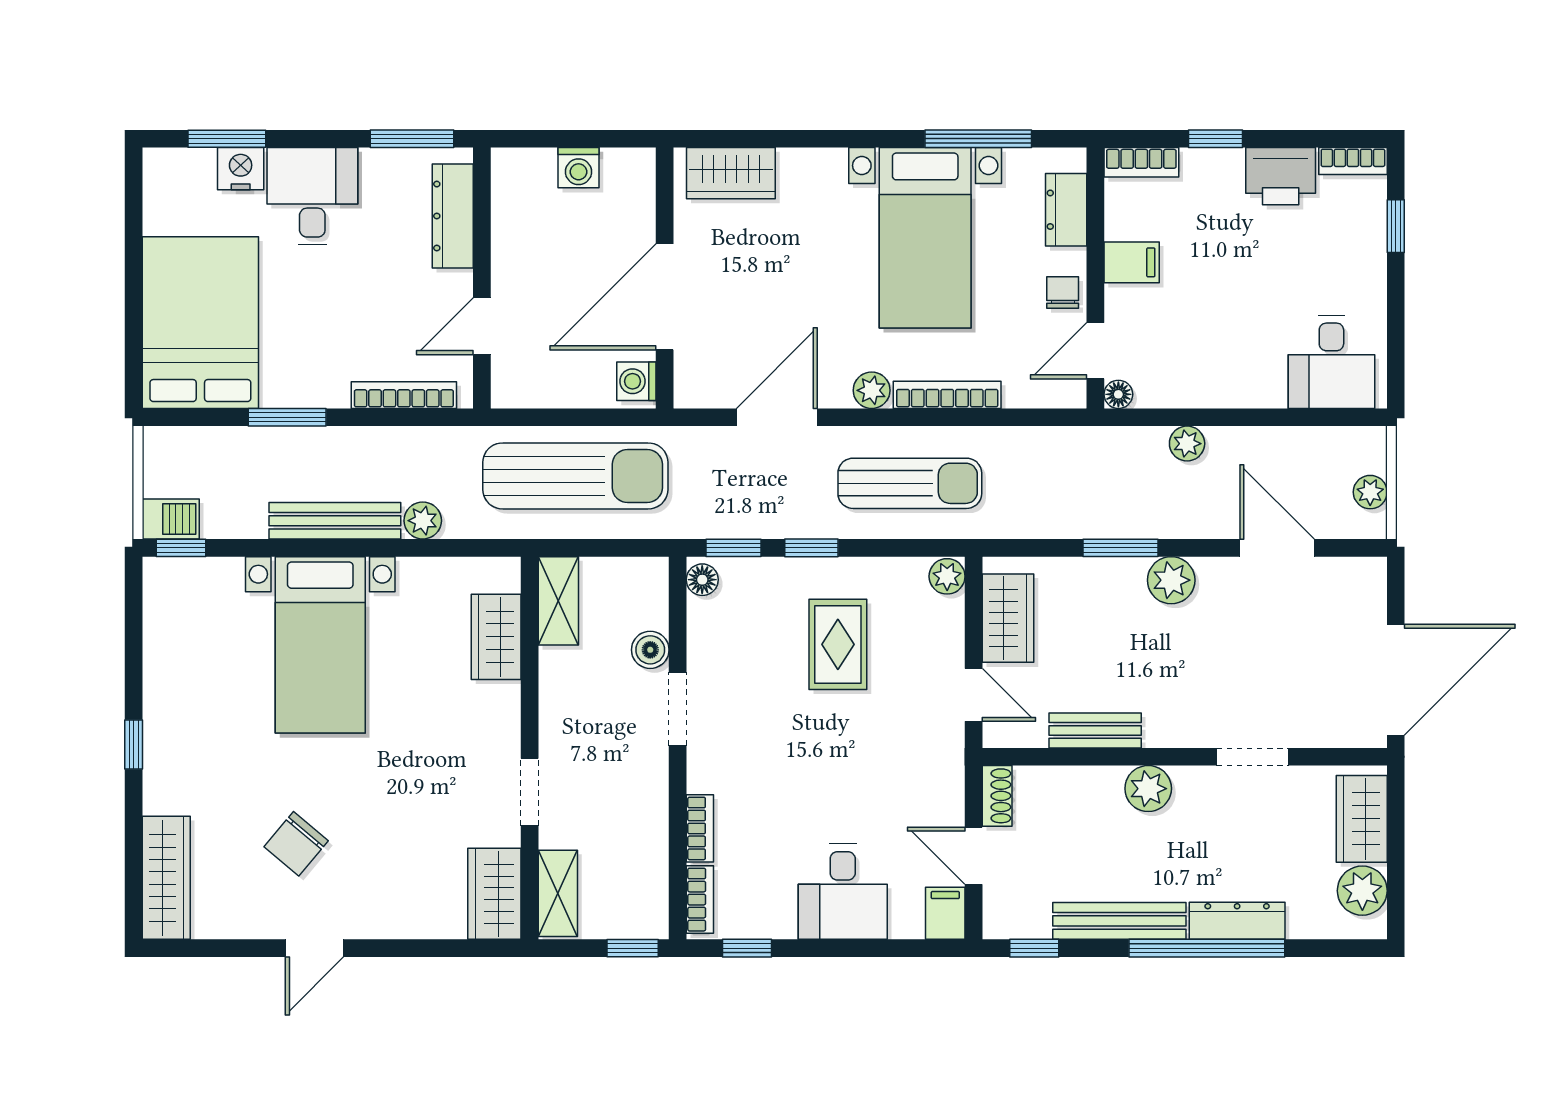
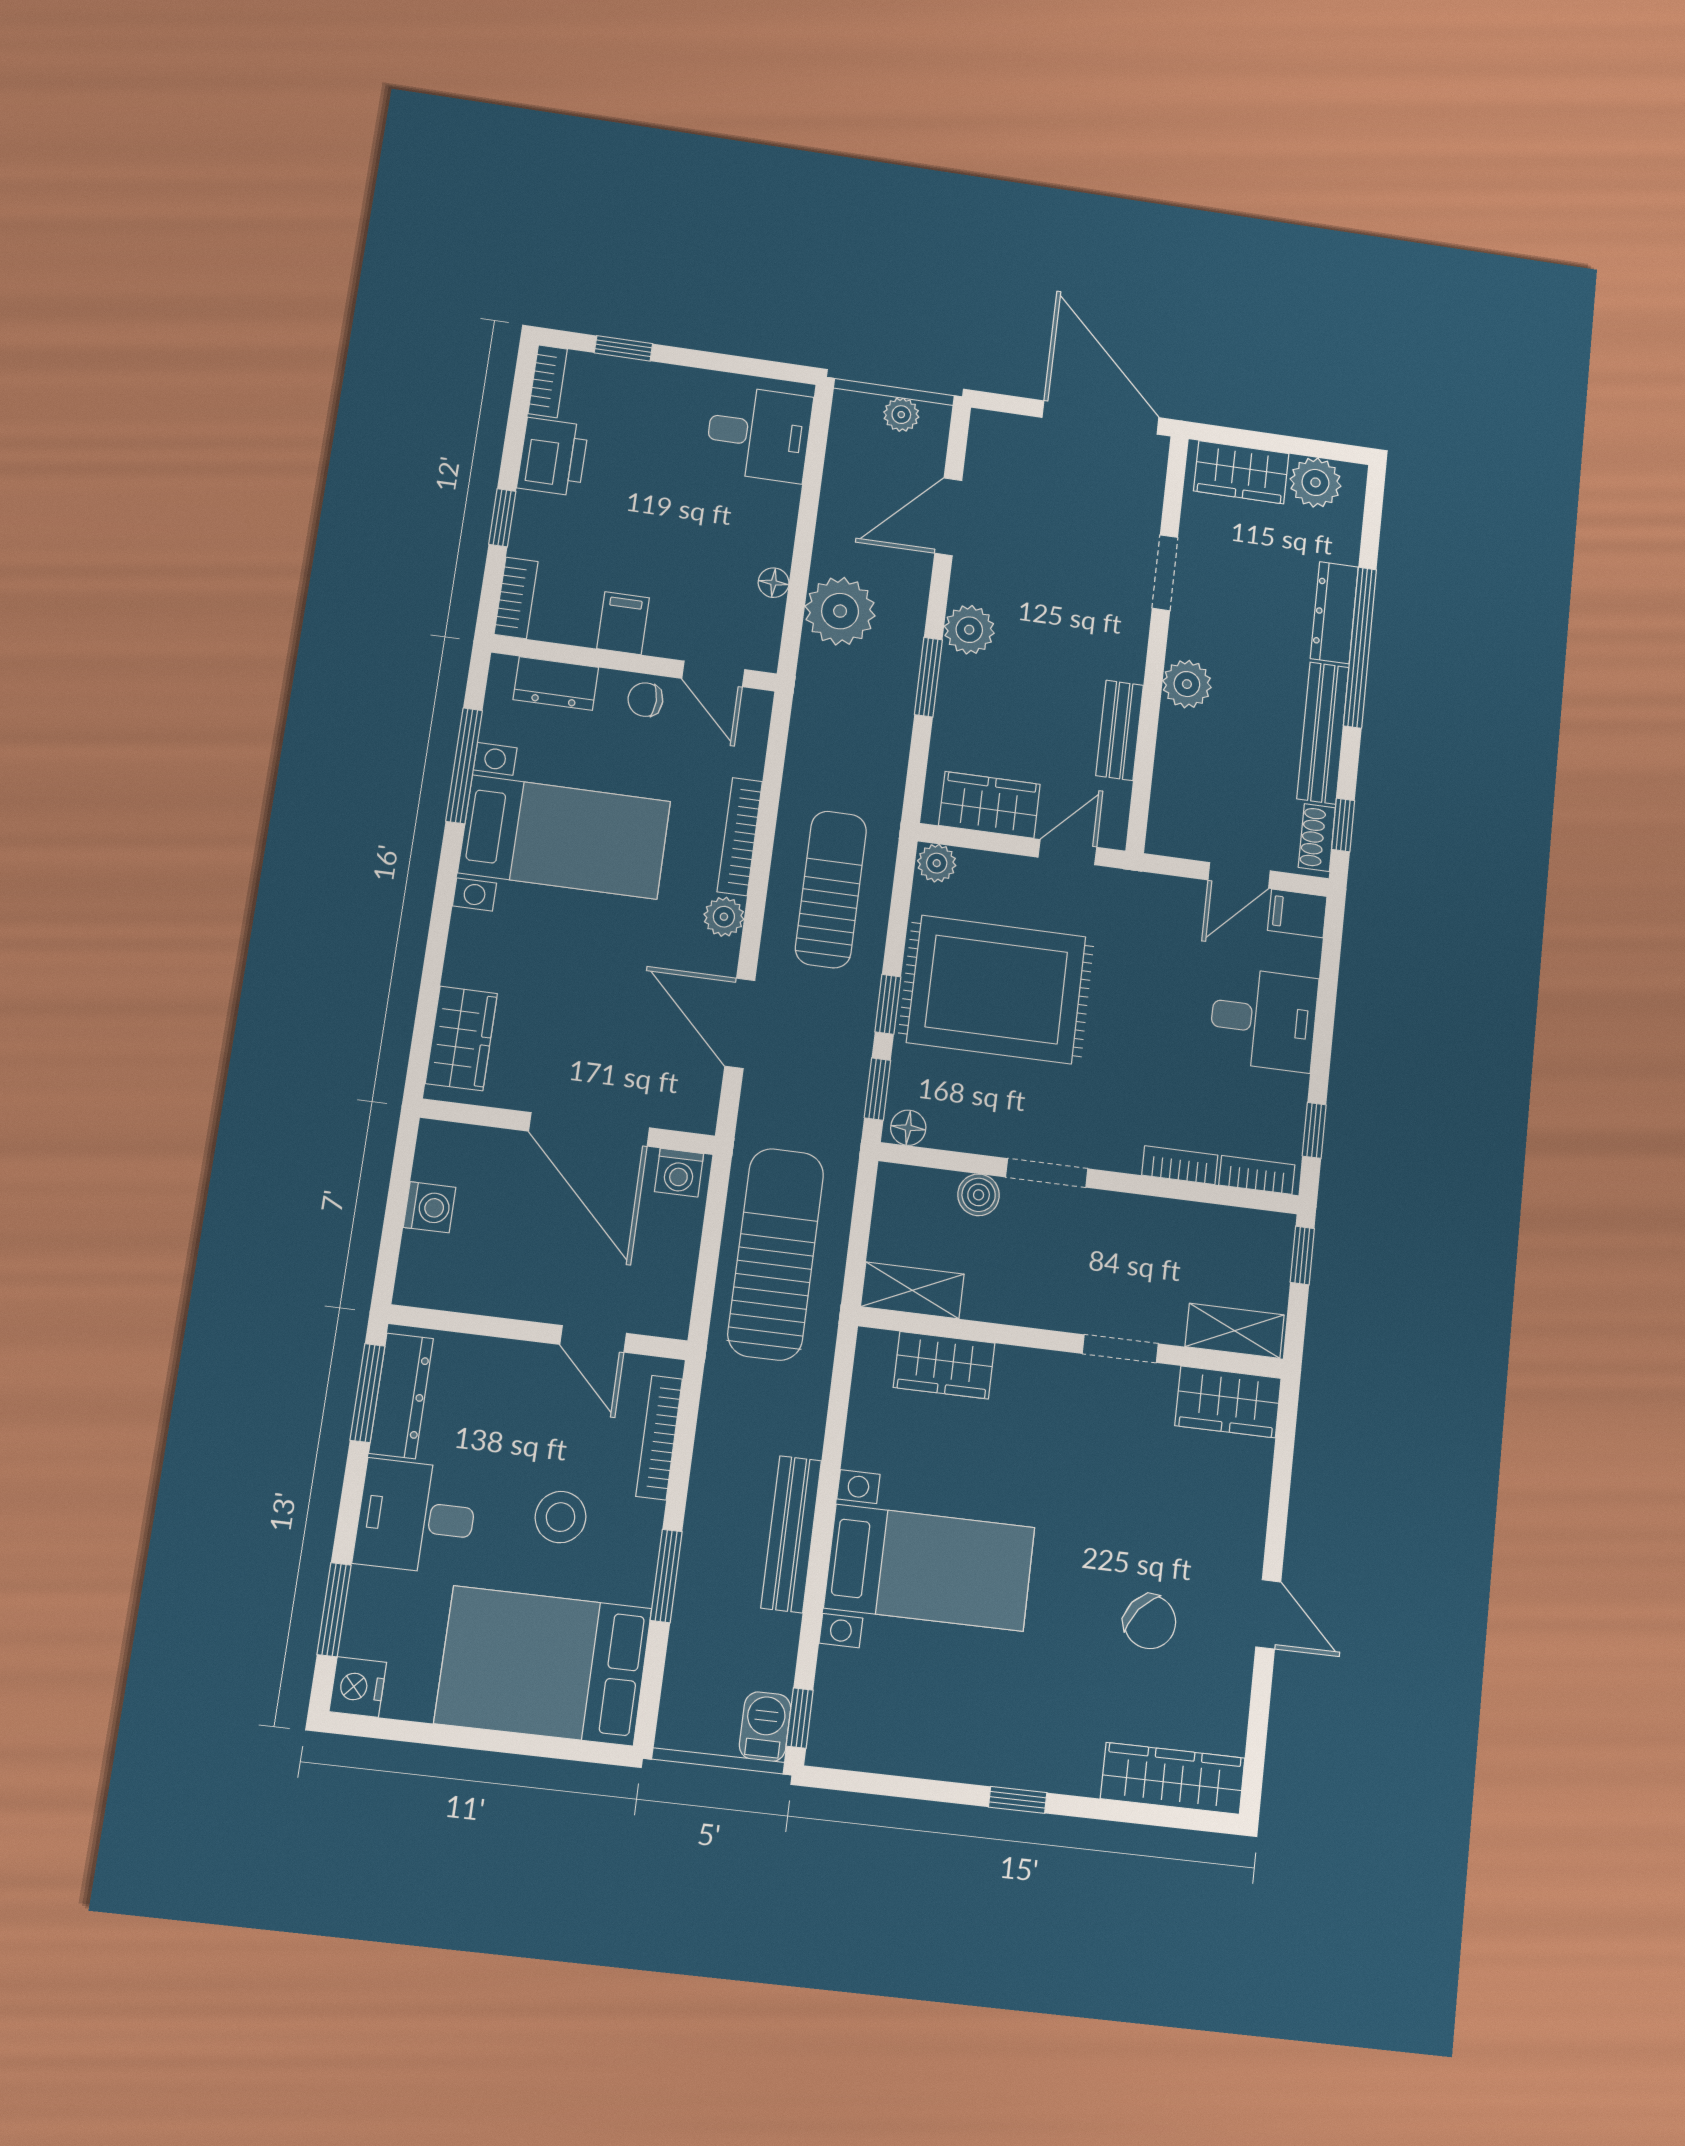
nightstand: (241, 169) -> (358, 1687), moved
dresser: (453, 216) -> (401, 1396), moved, turned -90
stool: (326, 320) -> (561, 1517), added
floor lamp: (1118, 394) -> (774, 583), moved
plant: (1187, 444) -> (840, 611), width x1.87, depth x1.87
plant: (423, 521) -> (804, 1433), removed
rug: (838, 644) -> (996, 989), width x1.86, depth x2.06
shoe rack: (997, 796) -> (1317, 838), moved, turned -90

